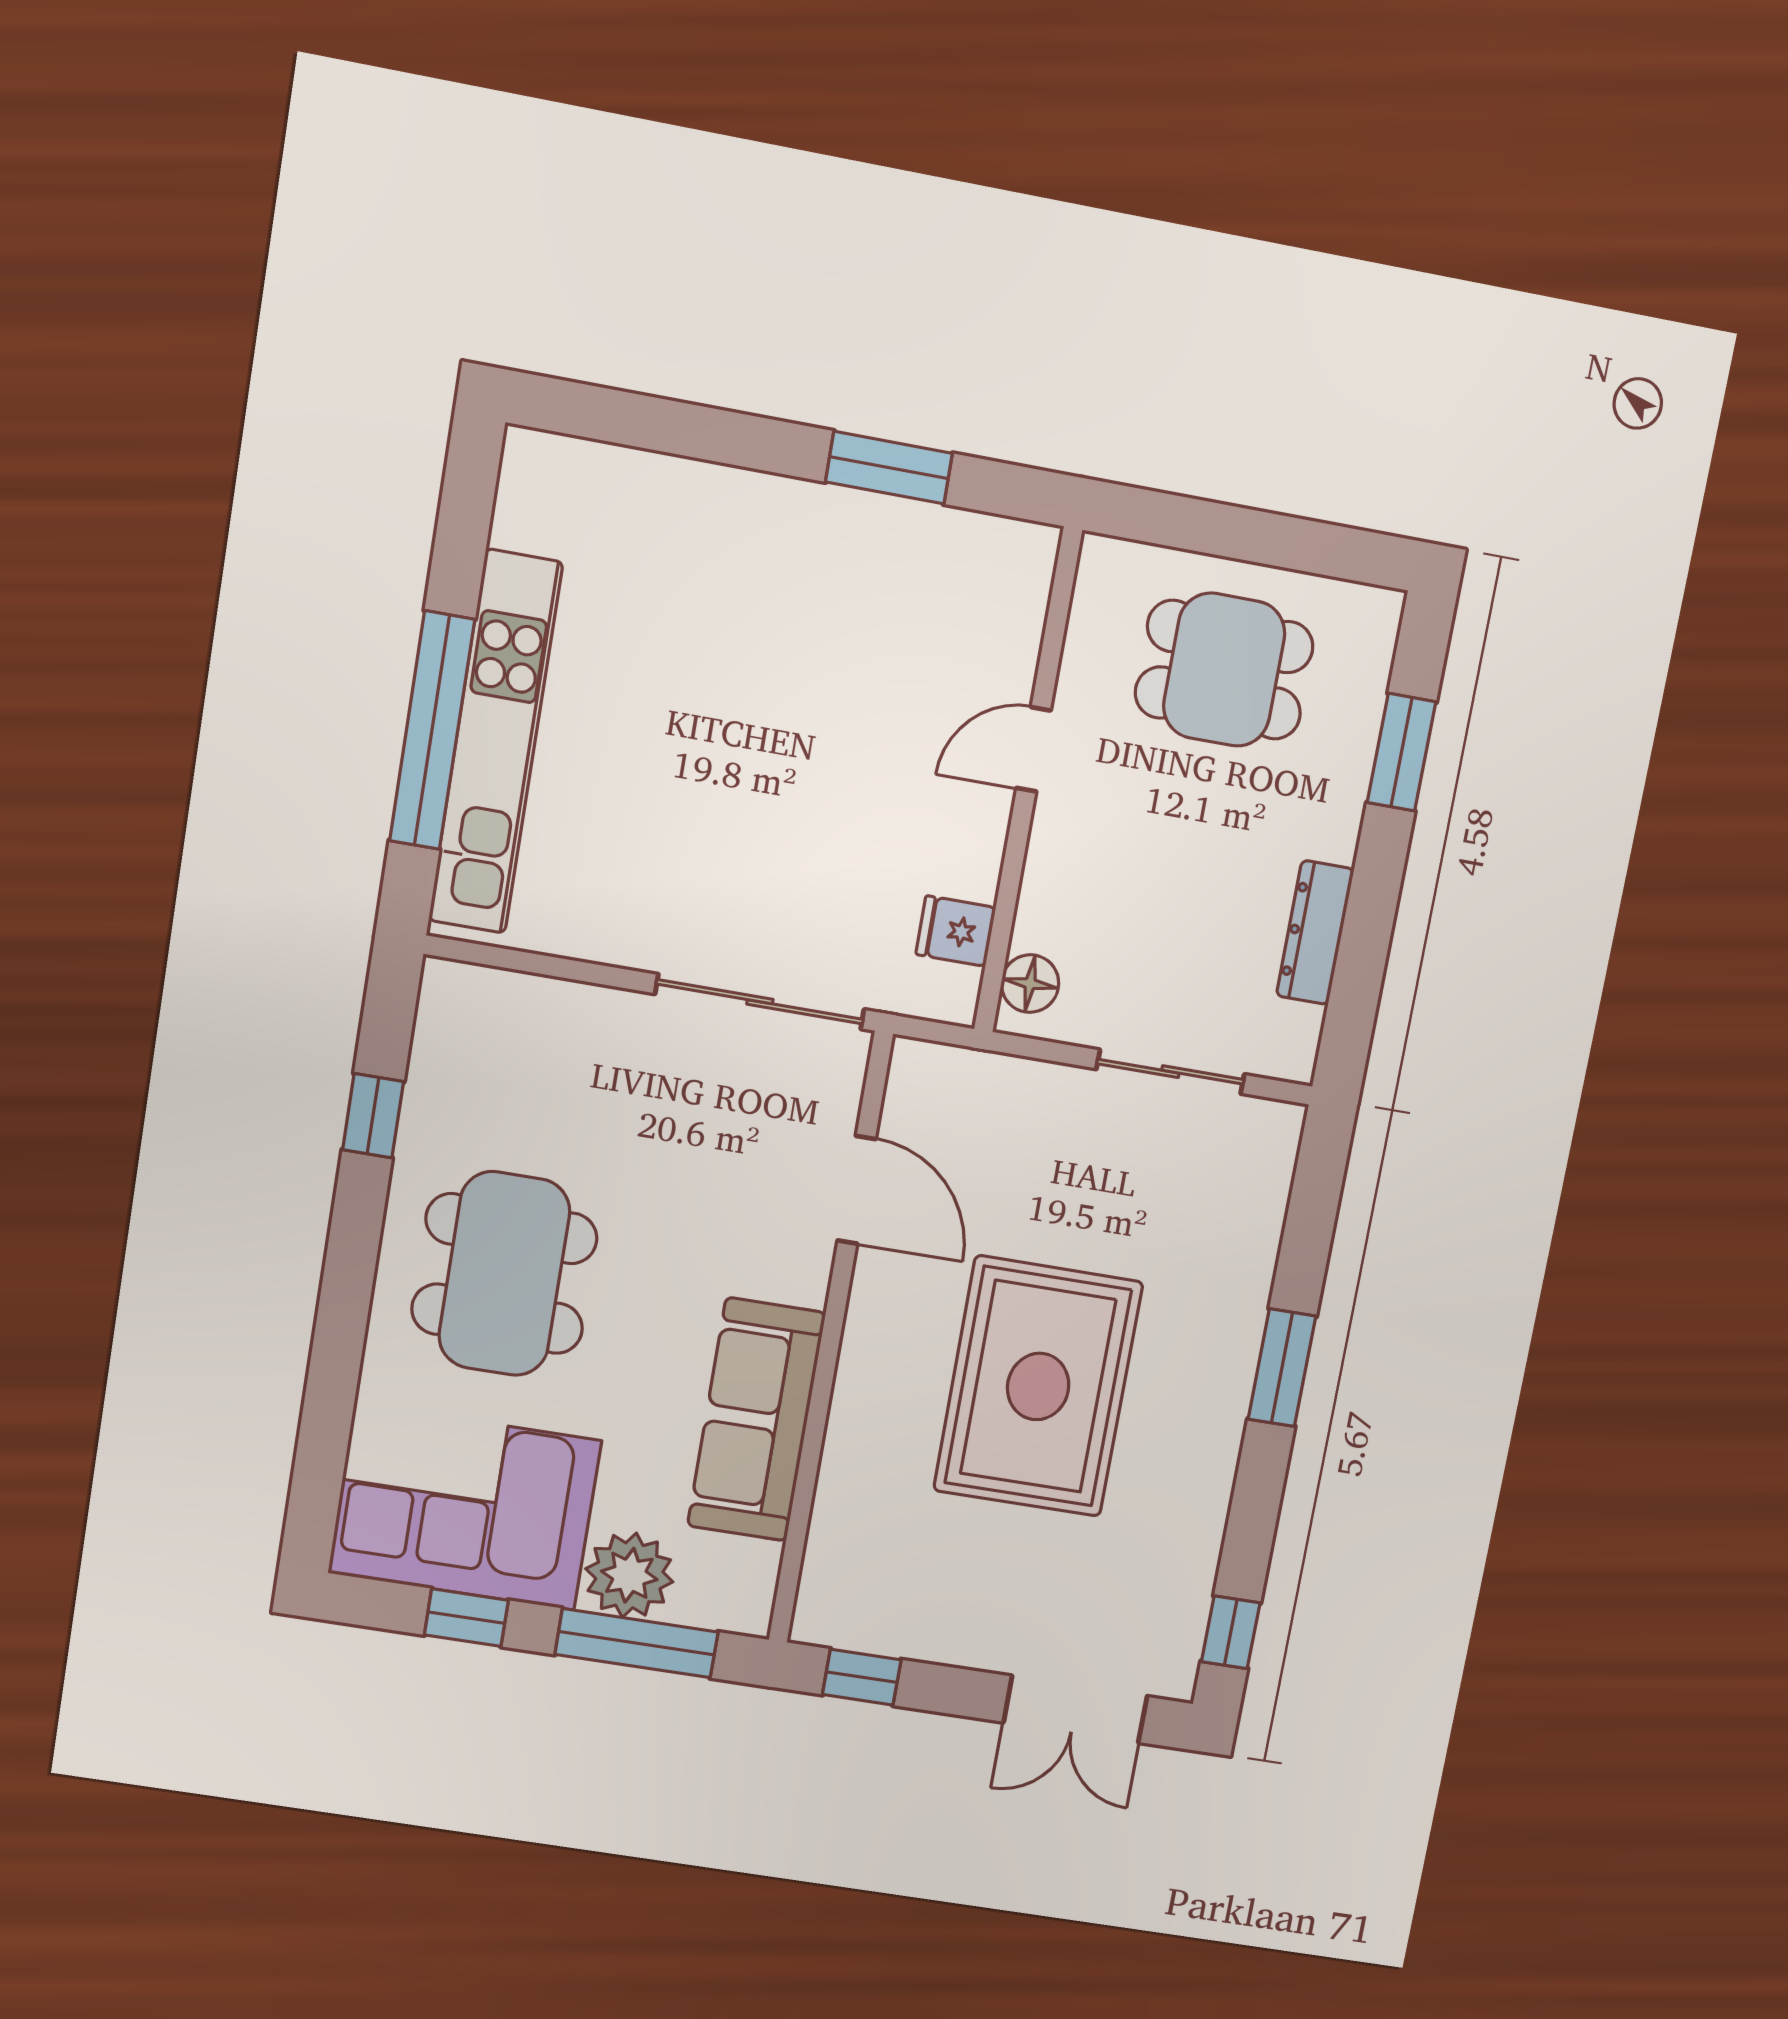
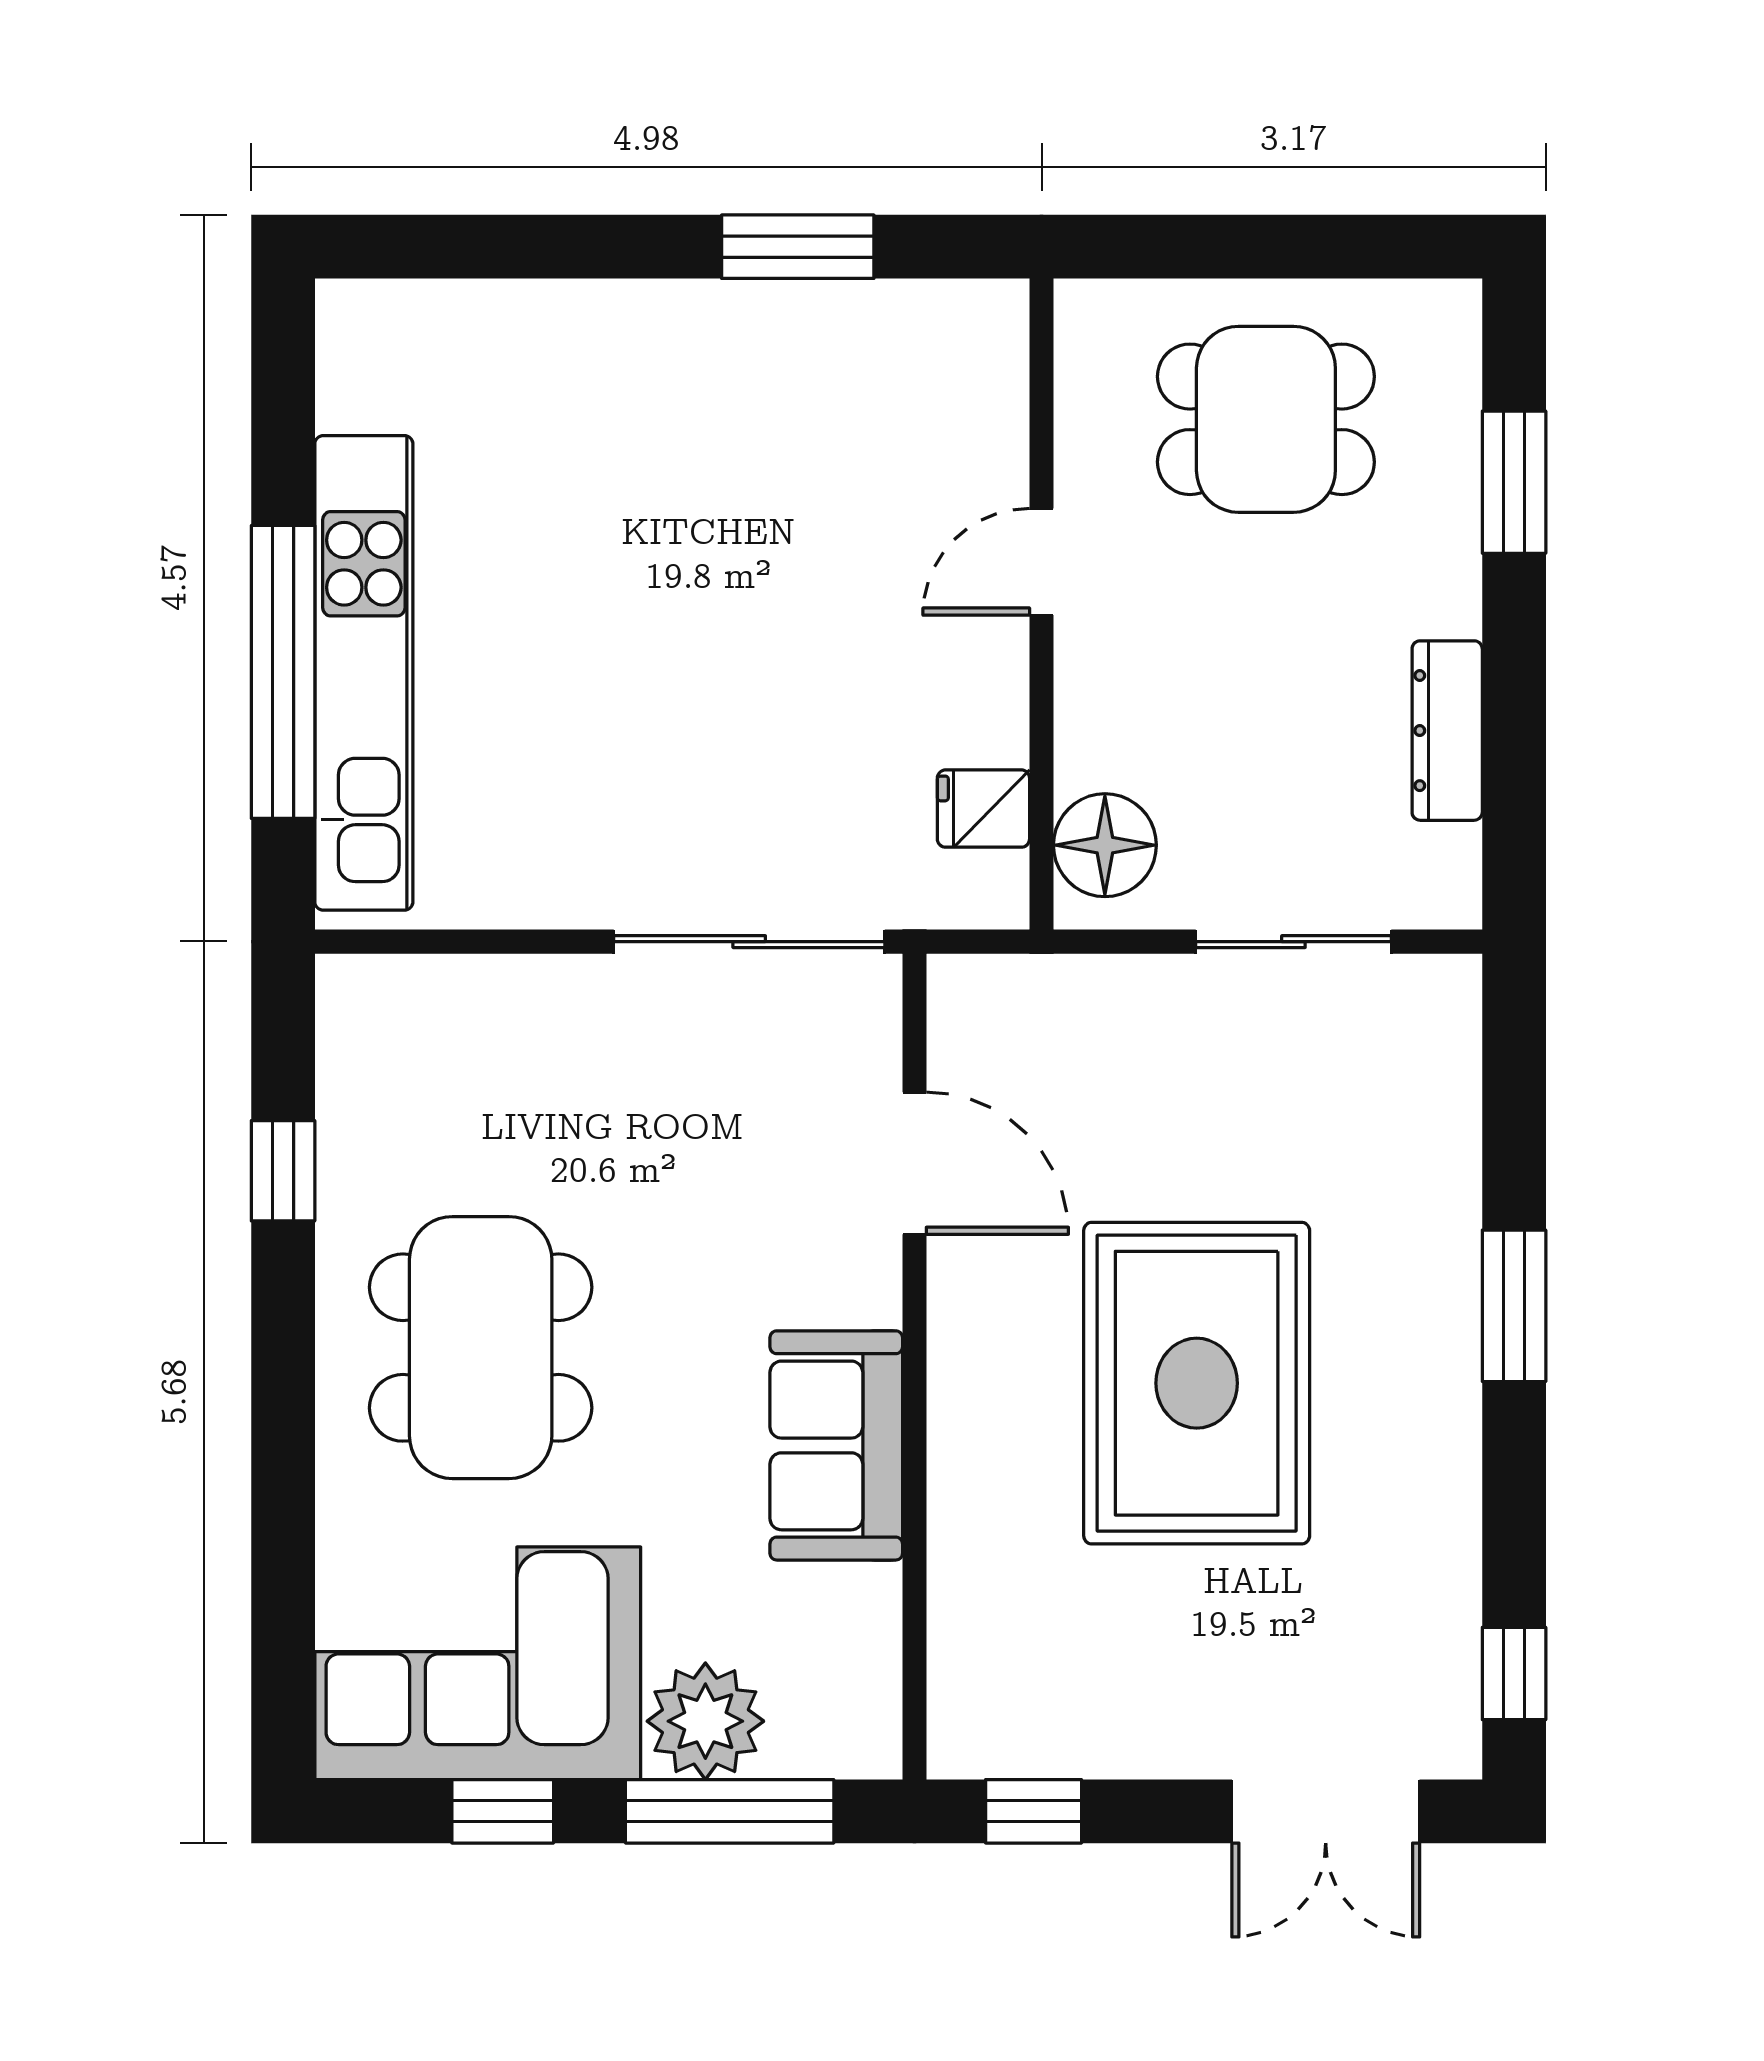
floor lamp: (1030, 984) -> (1105, 845), width x1.38, depth x1.38
sofa: (756, 1420) -> (836, 1445), width x0.73

